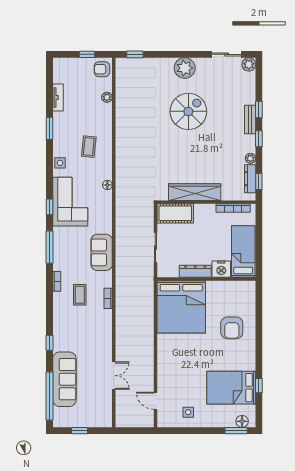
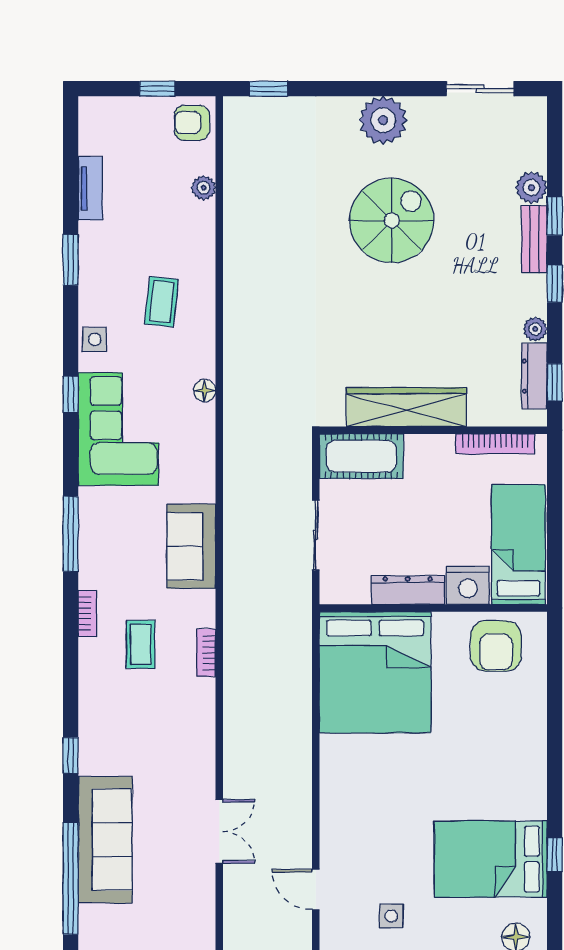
plant: (249, 64) -> (531, 188), moved
window: (50, 207) -> (71, 394), moved
armchair: (232, 328) -> (496, 646), moved

